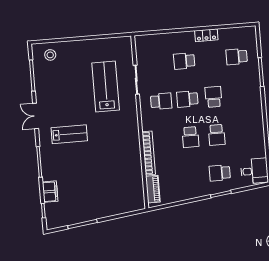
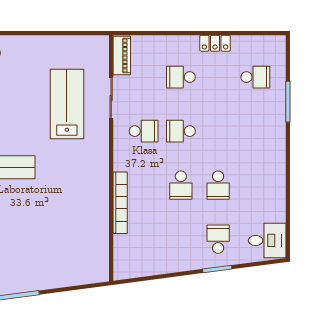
school desk: (237, 57) -> (255, 77), turned 180
school desk: (214, 97) -> (218, 131), removed
school desk: (220, 173) -> (218, 239), turned 90
piano: (153, 189) -> (122, 56), moved

